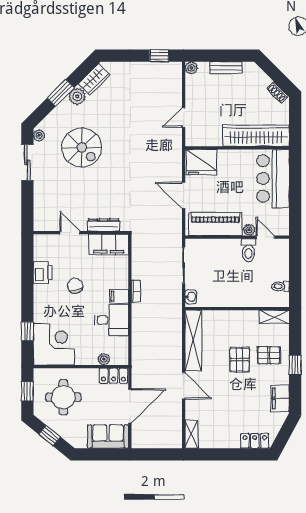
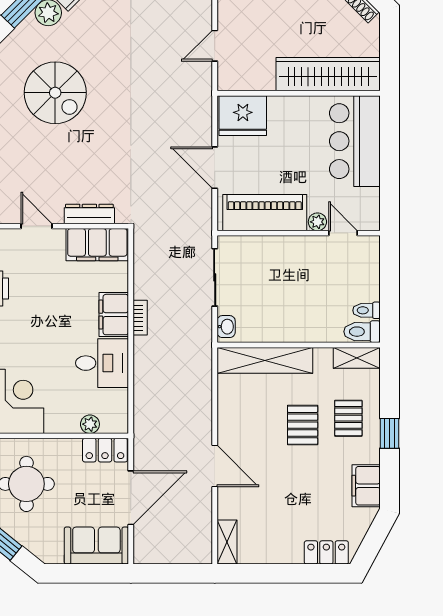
toilet: (249, 250) -> (362, 332), moved, turned 90
chair: (75, 286) -> (45, 309), removed
filing cabinet: (119, 296) -> (114, 315), width x2.00
shelving: (193, 340) -> (265, 360), moved, turned 90
pallet: (269, 355) -> (348, 418), turned 90

